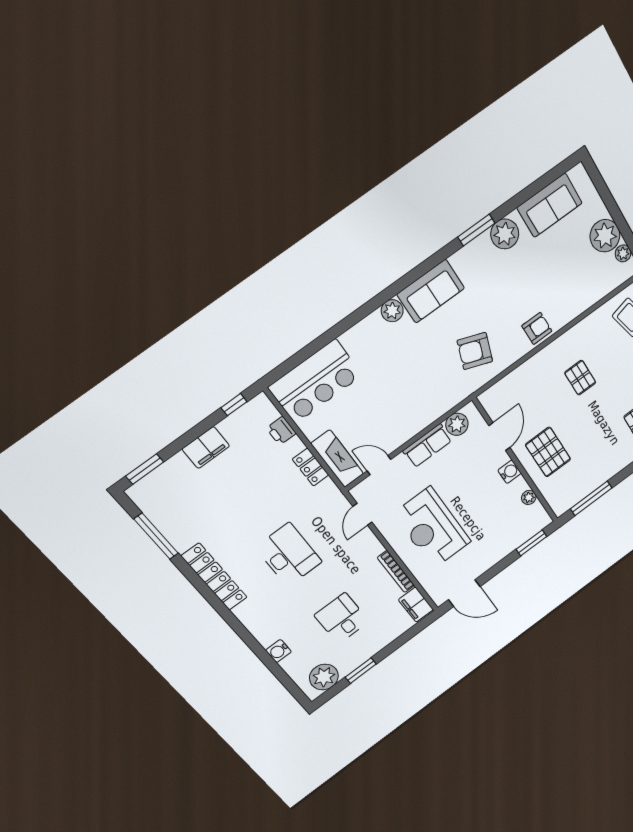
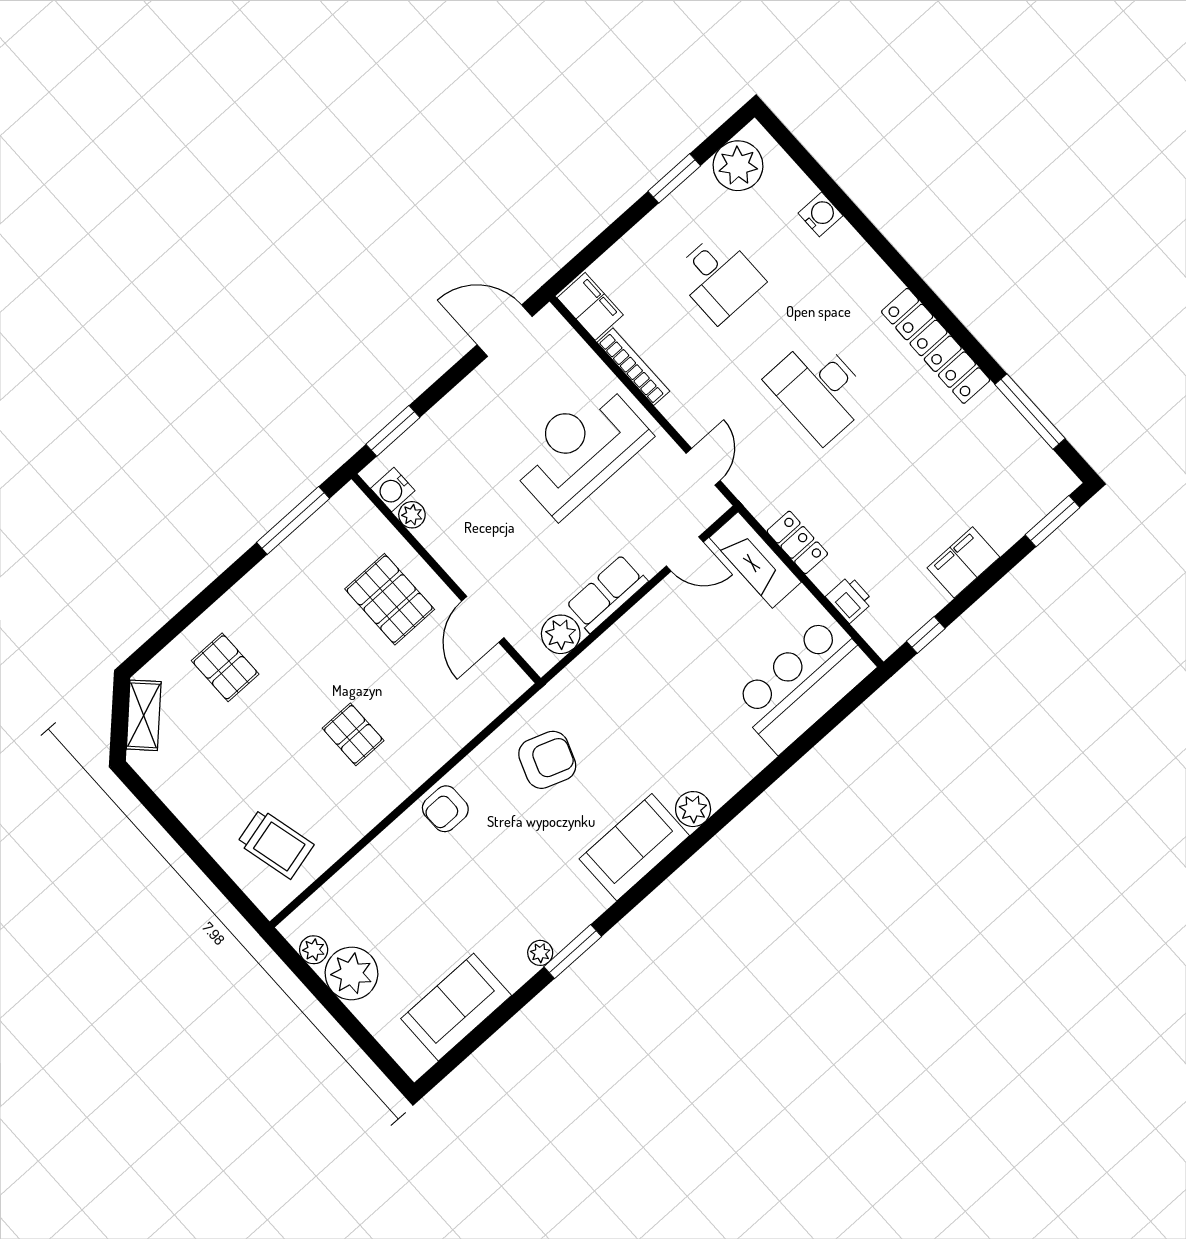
plant: (505, 234) -> (540, 953), width x0.53, depth x0.53
water cooler: (510, 472) -> (393, 489), moved
reception desk: (432, 528) -> (579, 449), turned -90

